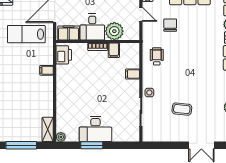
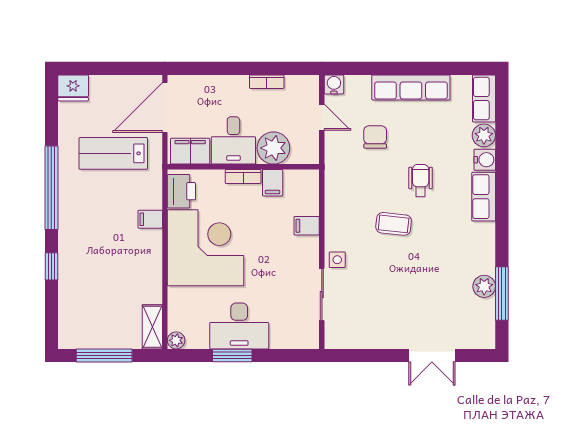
wheelchair: (157, 56) -> (421, 181), moved
corner desk: (77, 86) -> (206, 248), added
coffee table: (182, 109) -> (394, 224), moved

